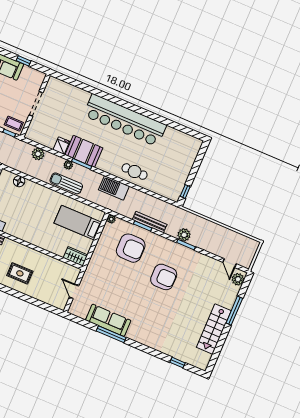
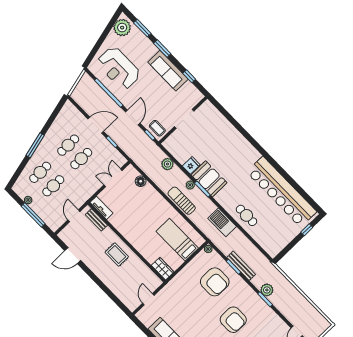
bar counter: (125, 120) -> (282, 192), moved
window: (185, 191) -> (307, 230), moved
rug: (20, 273) -> (117, 255), moved

